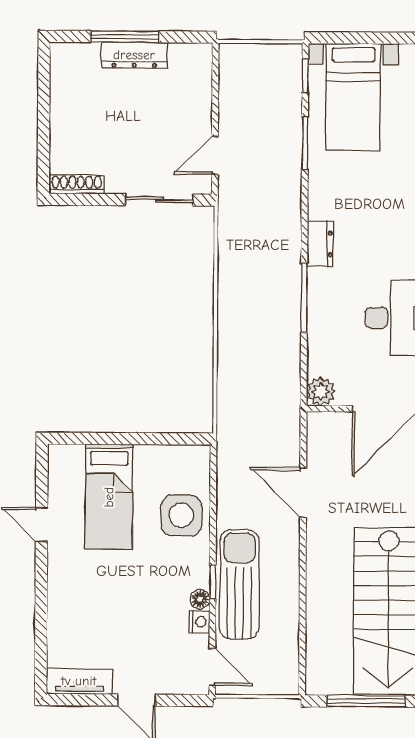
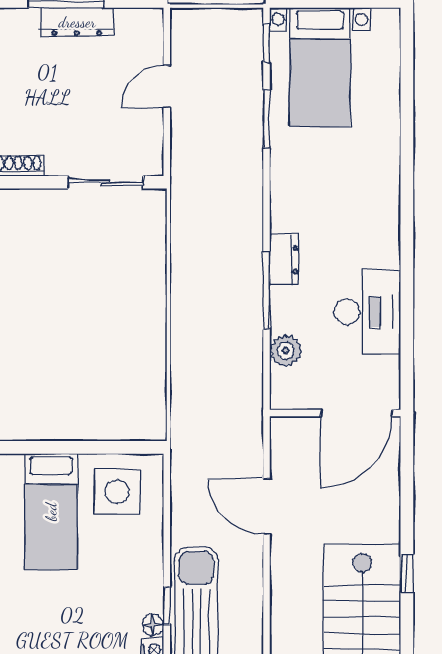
door: (215, 155) -> (167, 86), moved
dresser: (320, 244) -> (284, 260), moved
plant: (321, 392) -> (286, 351), moved
side table: (181, 515) -> (117, 492), moved

